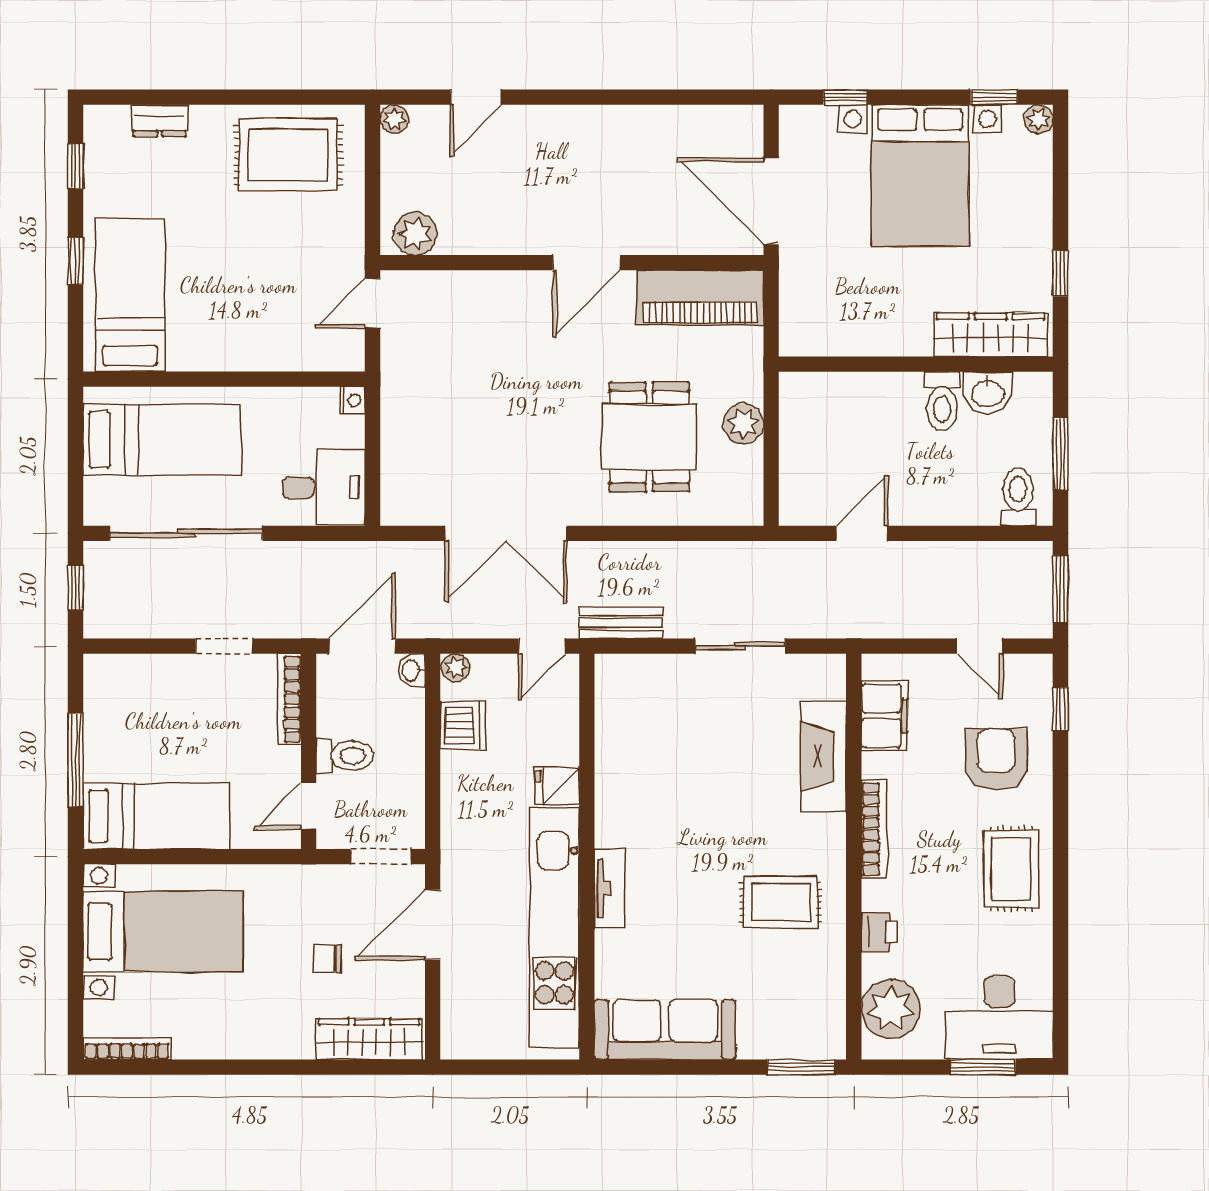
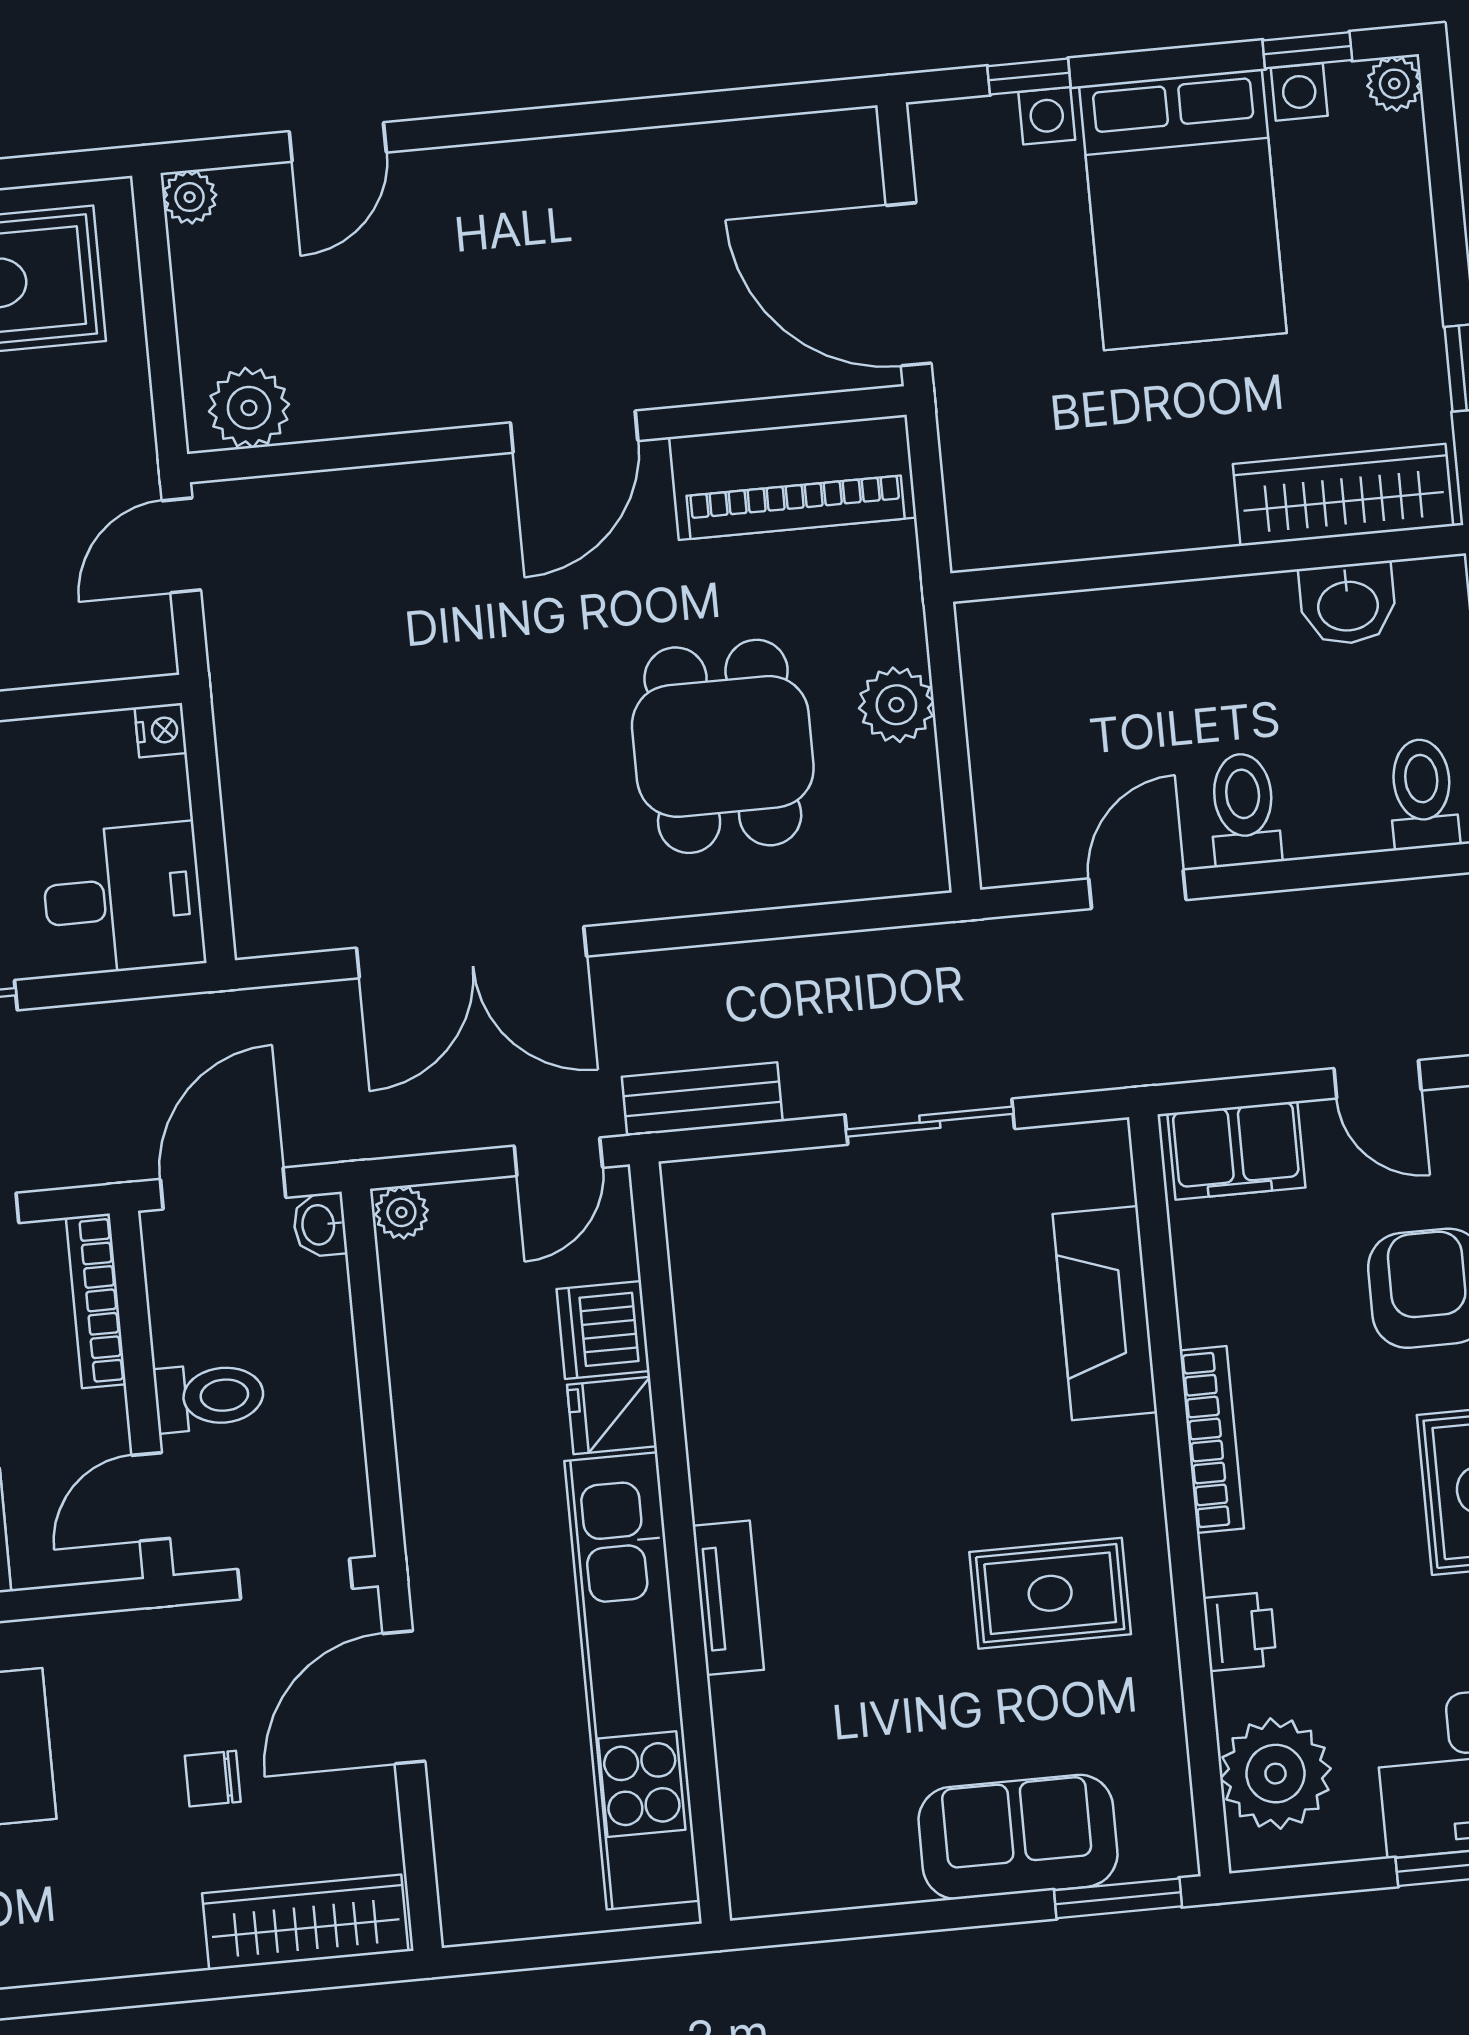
toilet: (942, 401) -> (1244, 809), moved, turned 180
filing cabinet: (884, 716) -> (1236, 1151), moved, turned 90
dishwasher: (463, 725) -> (603, 1330), moved, turned 180
sofa: (665, 1030) -> (1018, 1837), moved, width x0.73

